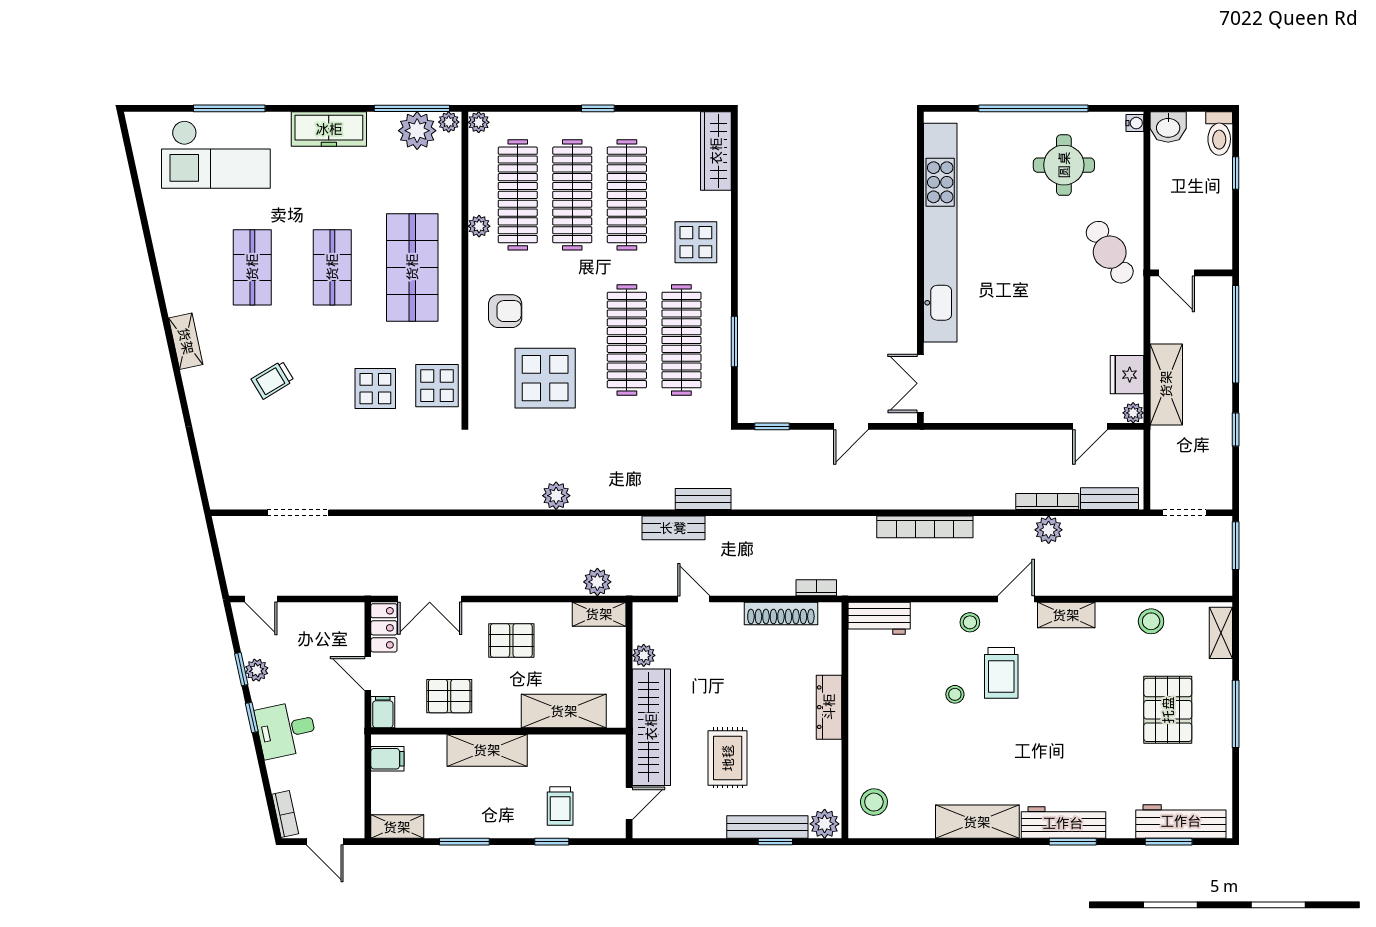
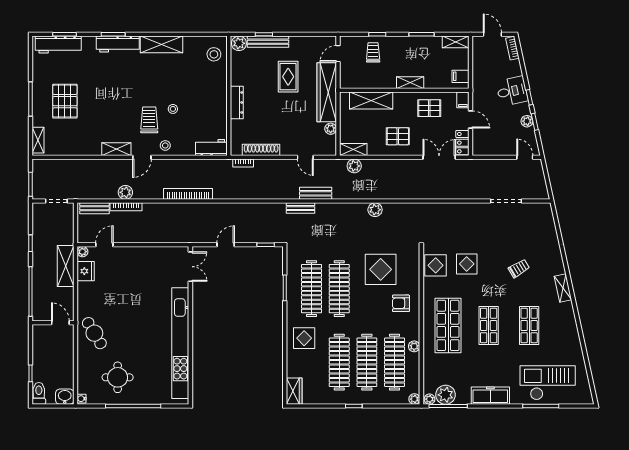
wardrobe: (716, 151) -> (294, 391), width x0.67
stool: (1151, 621) -> (73, 146), removed
shelving: (487, 750) -> (410, 83), width x0.67, depth x0.75

